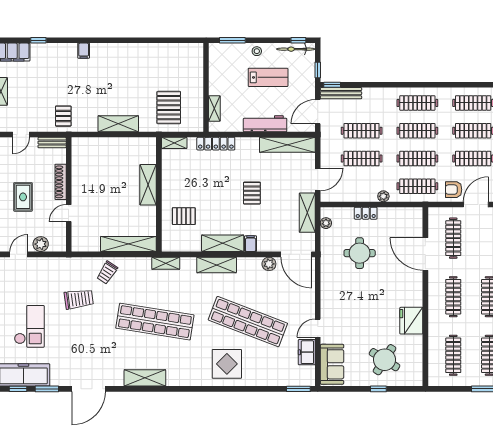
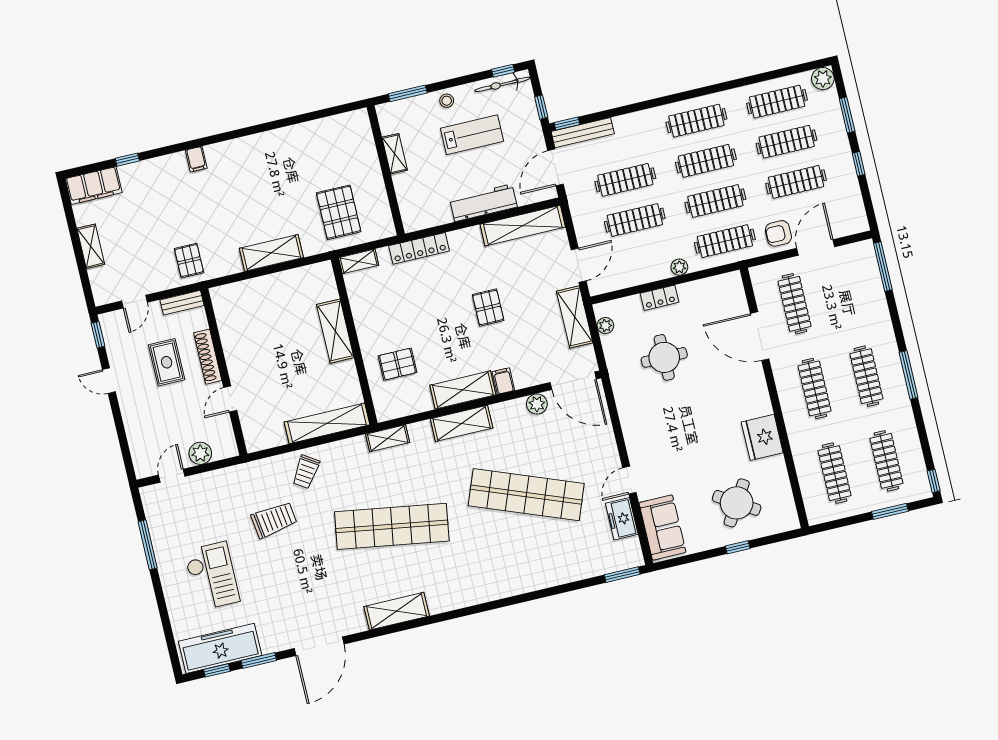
shelving: (214, 108) -> (395, 154), moved
rug: (23, 197) -> (167, 362), moved
display table: (227, 364) -> (510, 563), removed

